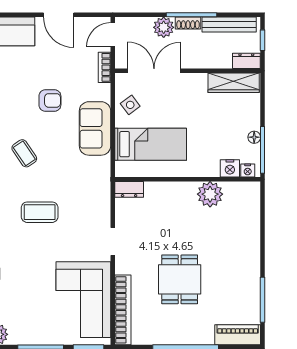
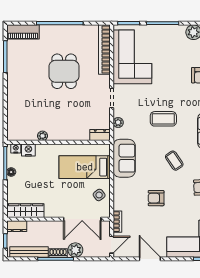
sofa: (95, 128) -> (124, 158), moved
plant: (210, 194) -> (43, 136), width x0.53, depth x0.53
plant: (103, 207) -> (118, 122), added

